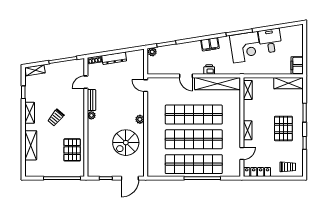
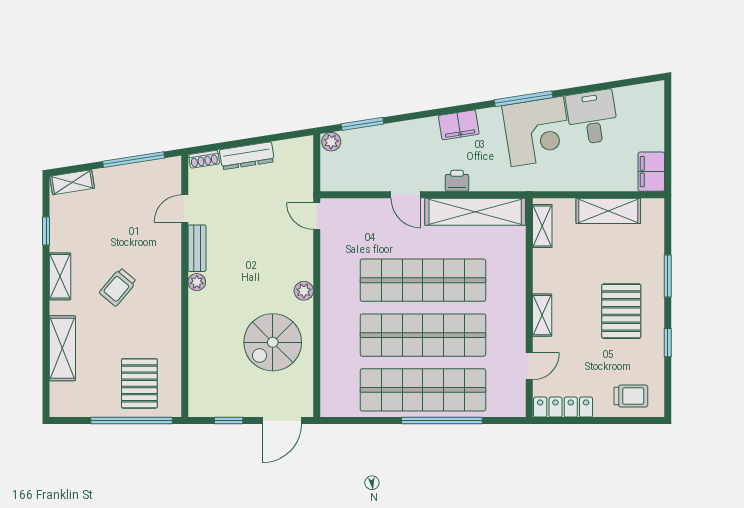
shelving: (288, 83) -> (608, 211), moved
pallet: (72, 150) -> (139, 383), moved

